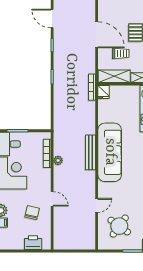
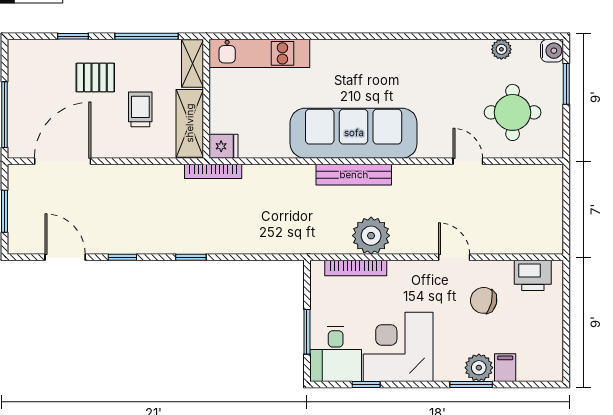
door: (52, 19) -> (65, 257), swing flipped
door: (97, 35) -> (63, 161), moved
plant: (58, 160) -> (371, 236), width x1.87, depth x1.87
door: (52, 199) -> (454, 257), hinge flipped
round table: (119, 226) -> (513, 112), turned -36
printer: (33, 243) -> (533, 275), moved, turned -90

